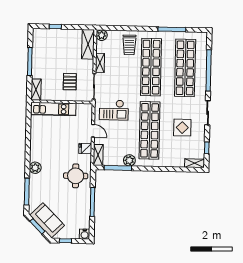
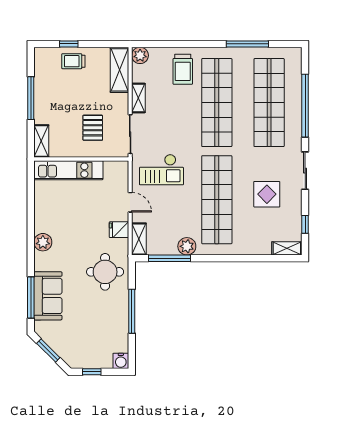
trolley: (58, 38) -> (73, 61), added
plant: (35, 168) -> (43, 242), moved
sofa: (47, 220) -> (48, 296), moved, turned 45

